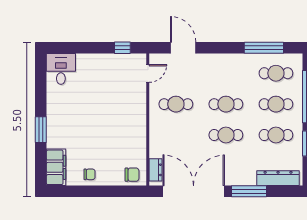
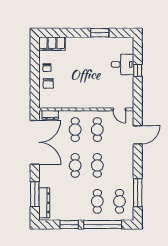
window: (122, 48) -> (138, 70), moved
desk: (61, 69) -> (123, 64), moved
window: (41, 130) -> (100, 33), moved
cafe table: (276, 135) -> (75, 130), moved
chair: (132, 175) -> (48, 83), moved
window: (249, 191) -> (35, 194), moved

